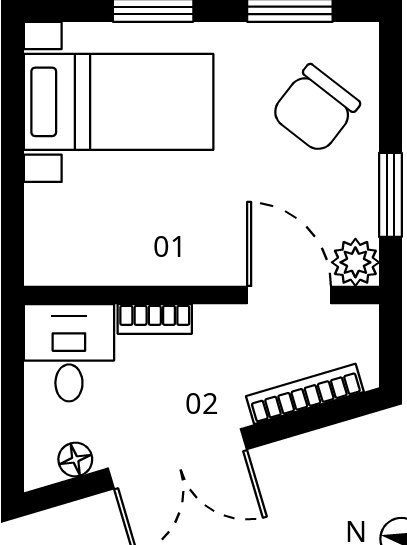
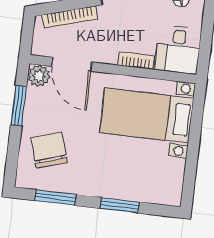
bed with nightstands: (119, 102) -> (147, 116), moved
chair: (315, 109) -> (49, 150), turned -55

